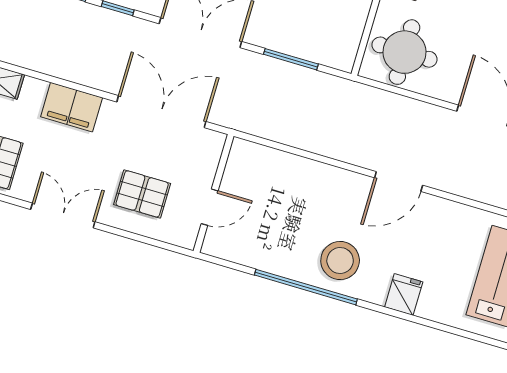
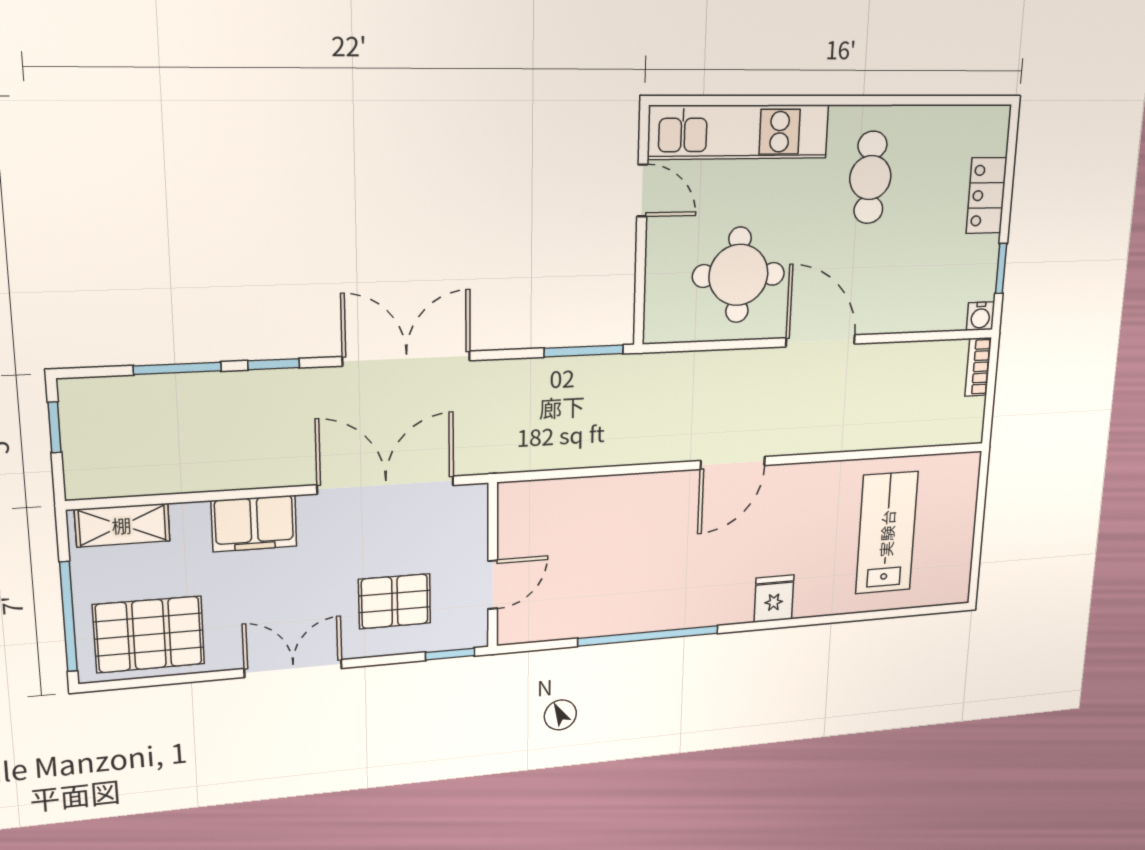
round table: (404, 52) -> (738, 275), moved
window: (291, 59) -> (584, 351), moved
window: (167, 246) -> (450, 654), added
stool: (340, 260) -> (683, 588), removed

